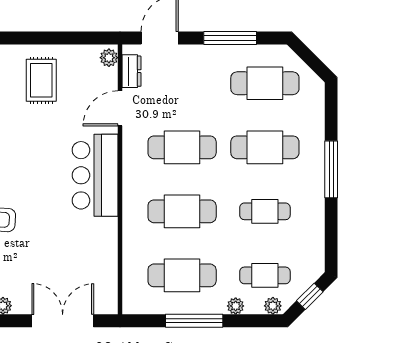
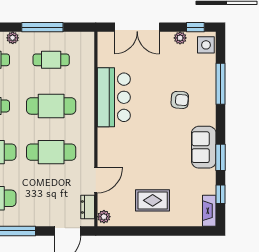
rug: (41, 80) -> (153, 200), turned 90
bar counter: (95, 175) -> (114, 97), moved
cafe table: (182, 275) -> (51, 60), width x0.73, depth x0.74

